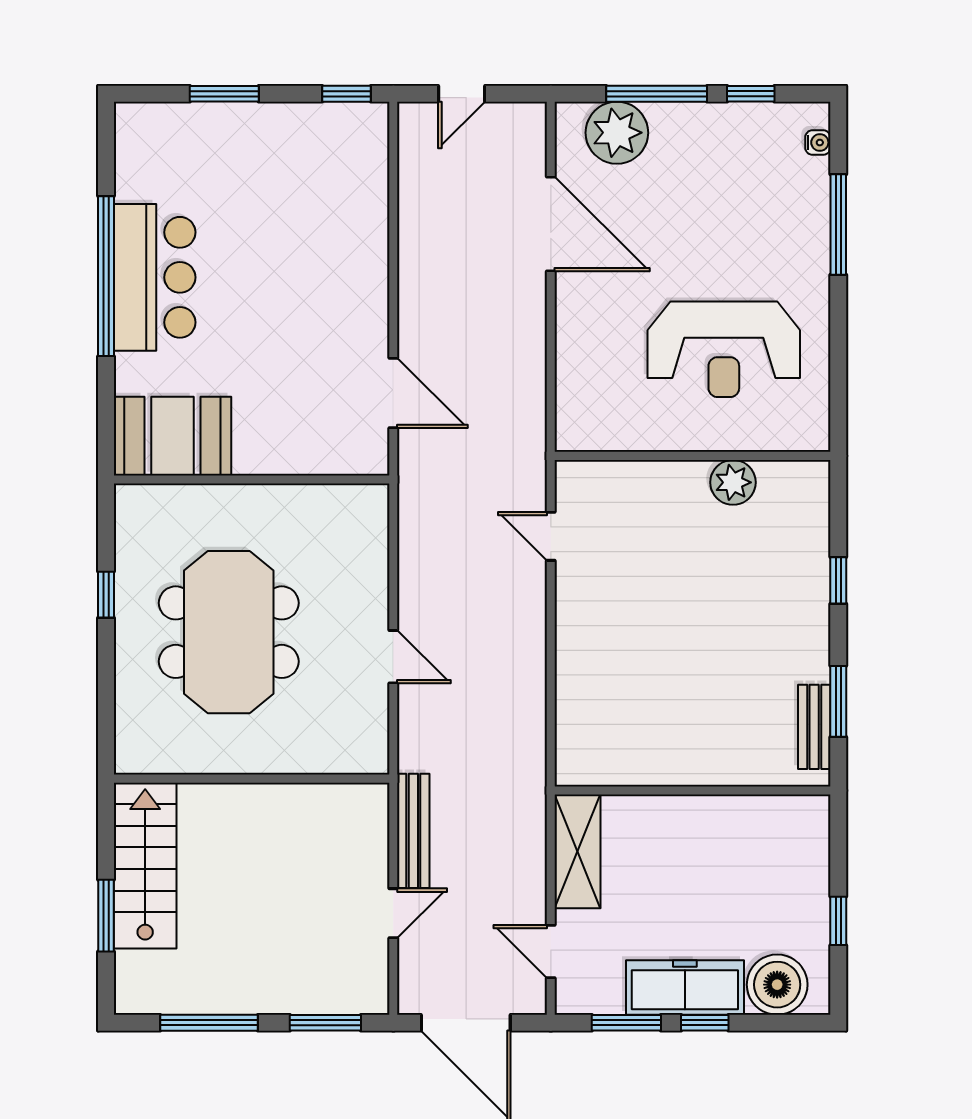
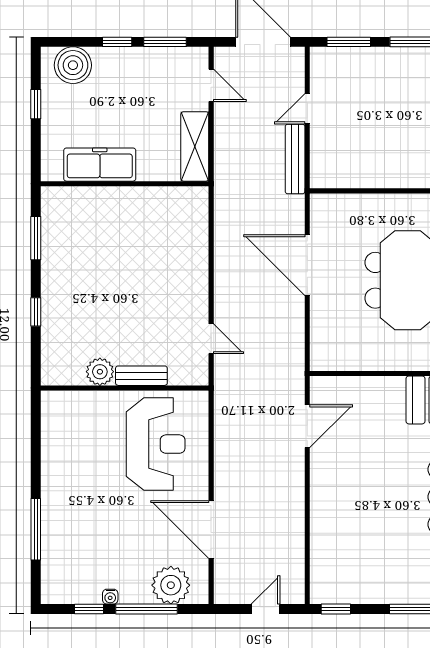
water cooler: (818, 143) -> (110, 597), moved, turned -90
reception desk: (724, 349) -> (156, 444), moved, turned 90
door: (393, 393) -> (307, 426), swing flipped
door: (393, 657) -> (307, 265), width x1.88
bench: (814, 727) -> (141, 376), moved, turned 90
freezer: (685, 988) -> (100, 165), moved, turned 180

